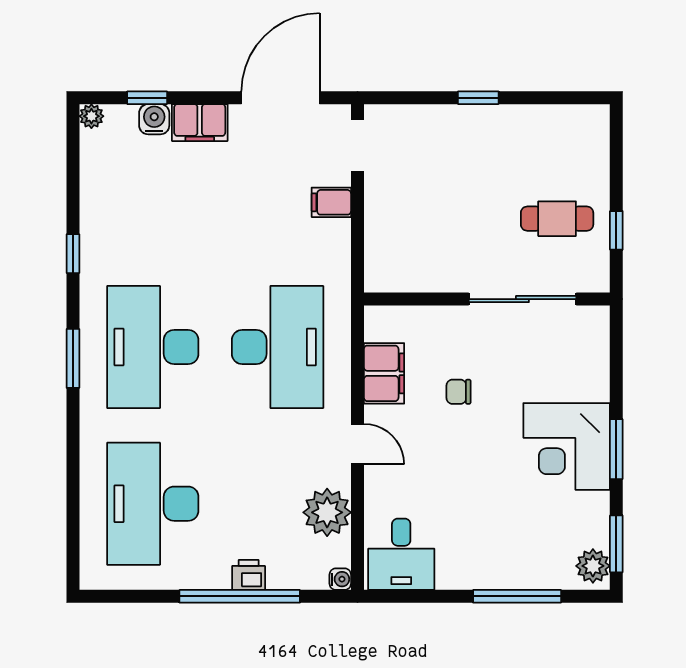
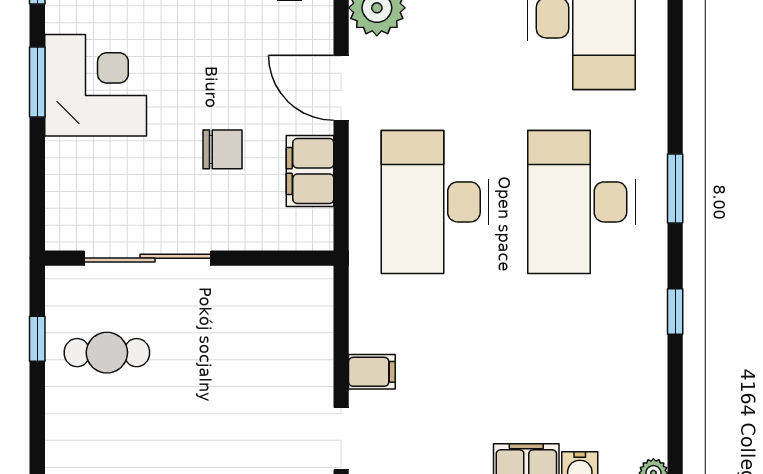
desk: (153, 347) -> (581, 202), turned 180
chair: (459, 392) -> (222, 149), width x1.37, depth x1.37
door: (357, 444) -> (341, 88), width x1.38

